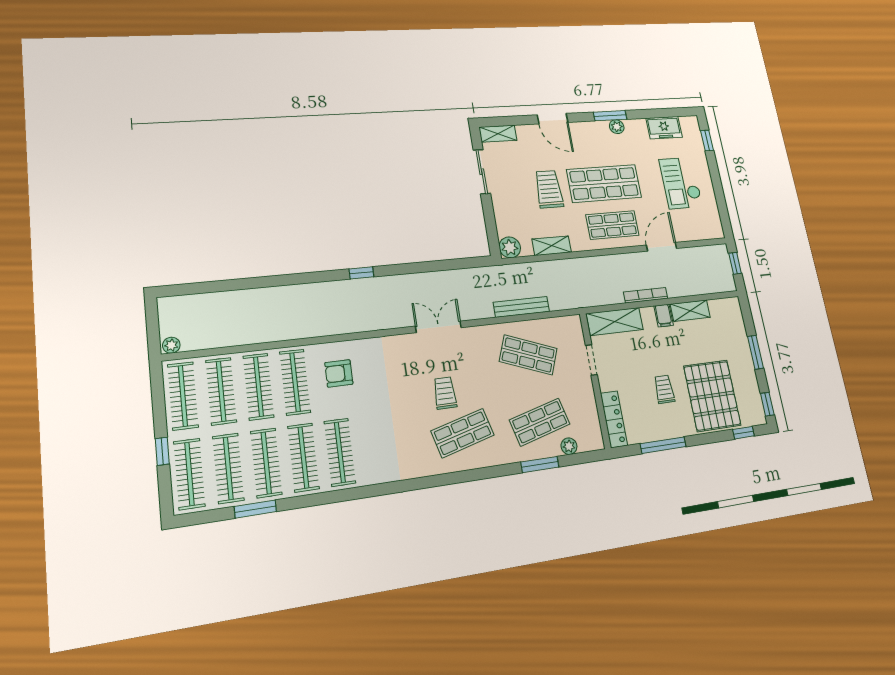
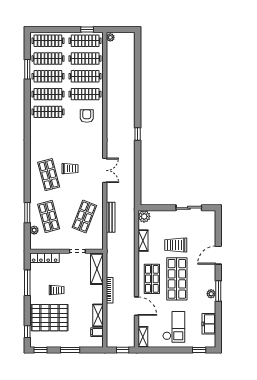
shelving: (498, 134) -> (143, 337), moved
checkout: (681, 183) -> (174, 327), turned 90
trolley: (549, 189) -> (176, 245), turned 180
filing cabinet: (664, 316) -> (97, 332), moved
window: (162, 451) -> (87, 30), moved

